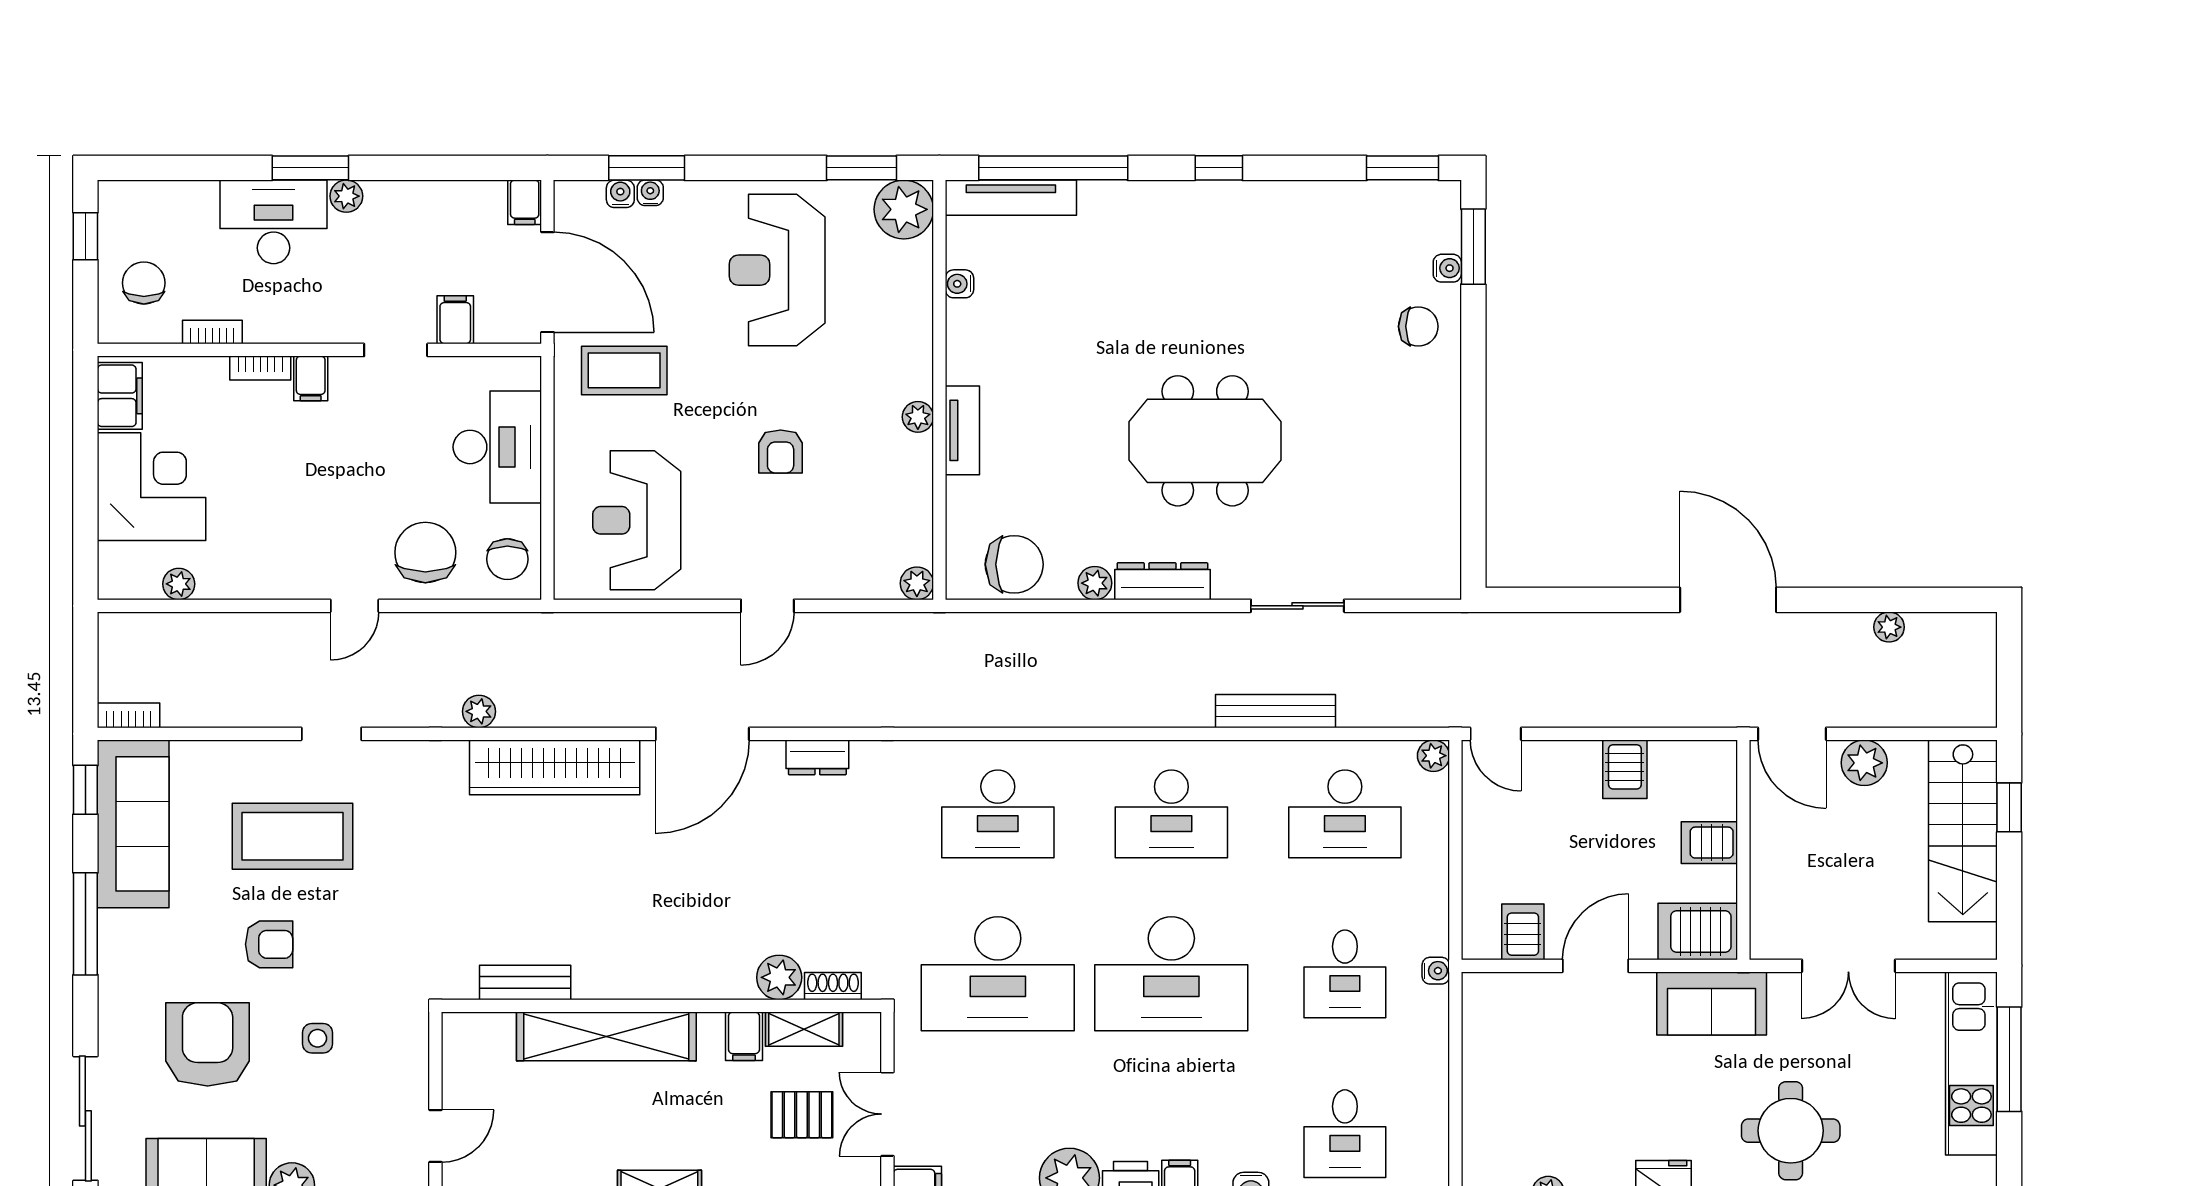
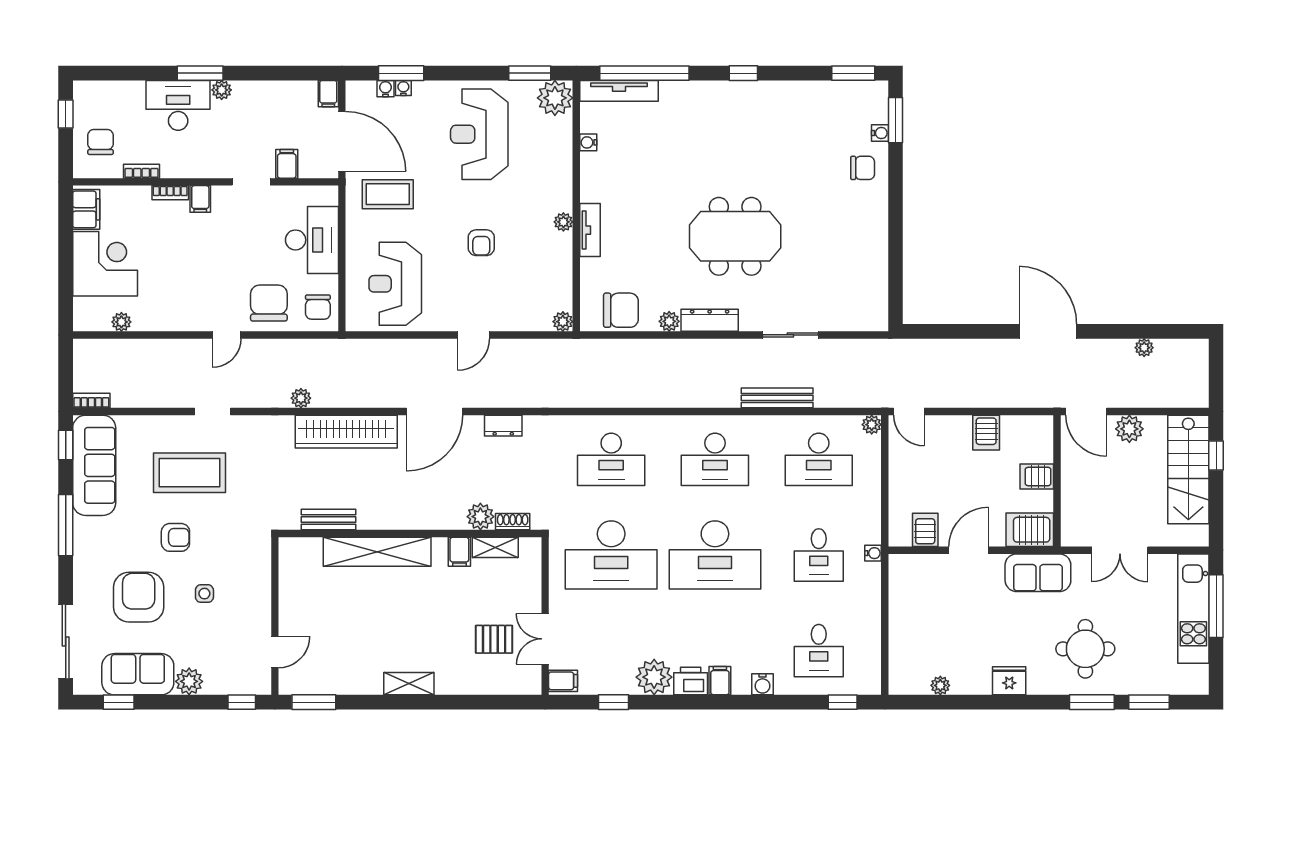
plant: (779, 977) -> (480, 517), moved
bench: (525, 982) -> (329, 519), moved
shoe rack: (833, 986) -> (513, 522), moved
wall: (661, 1006) -> (410, 533), moved
shelving: (804, 1029) -> (495, 547), moved
shelving: (606, 1036) -> (377, 552), moved
filing cabinet: (744, 1036) -> (459, 552), moved

